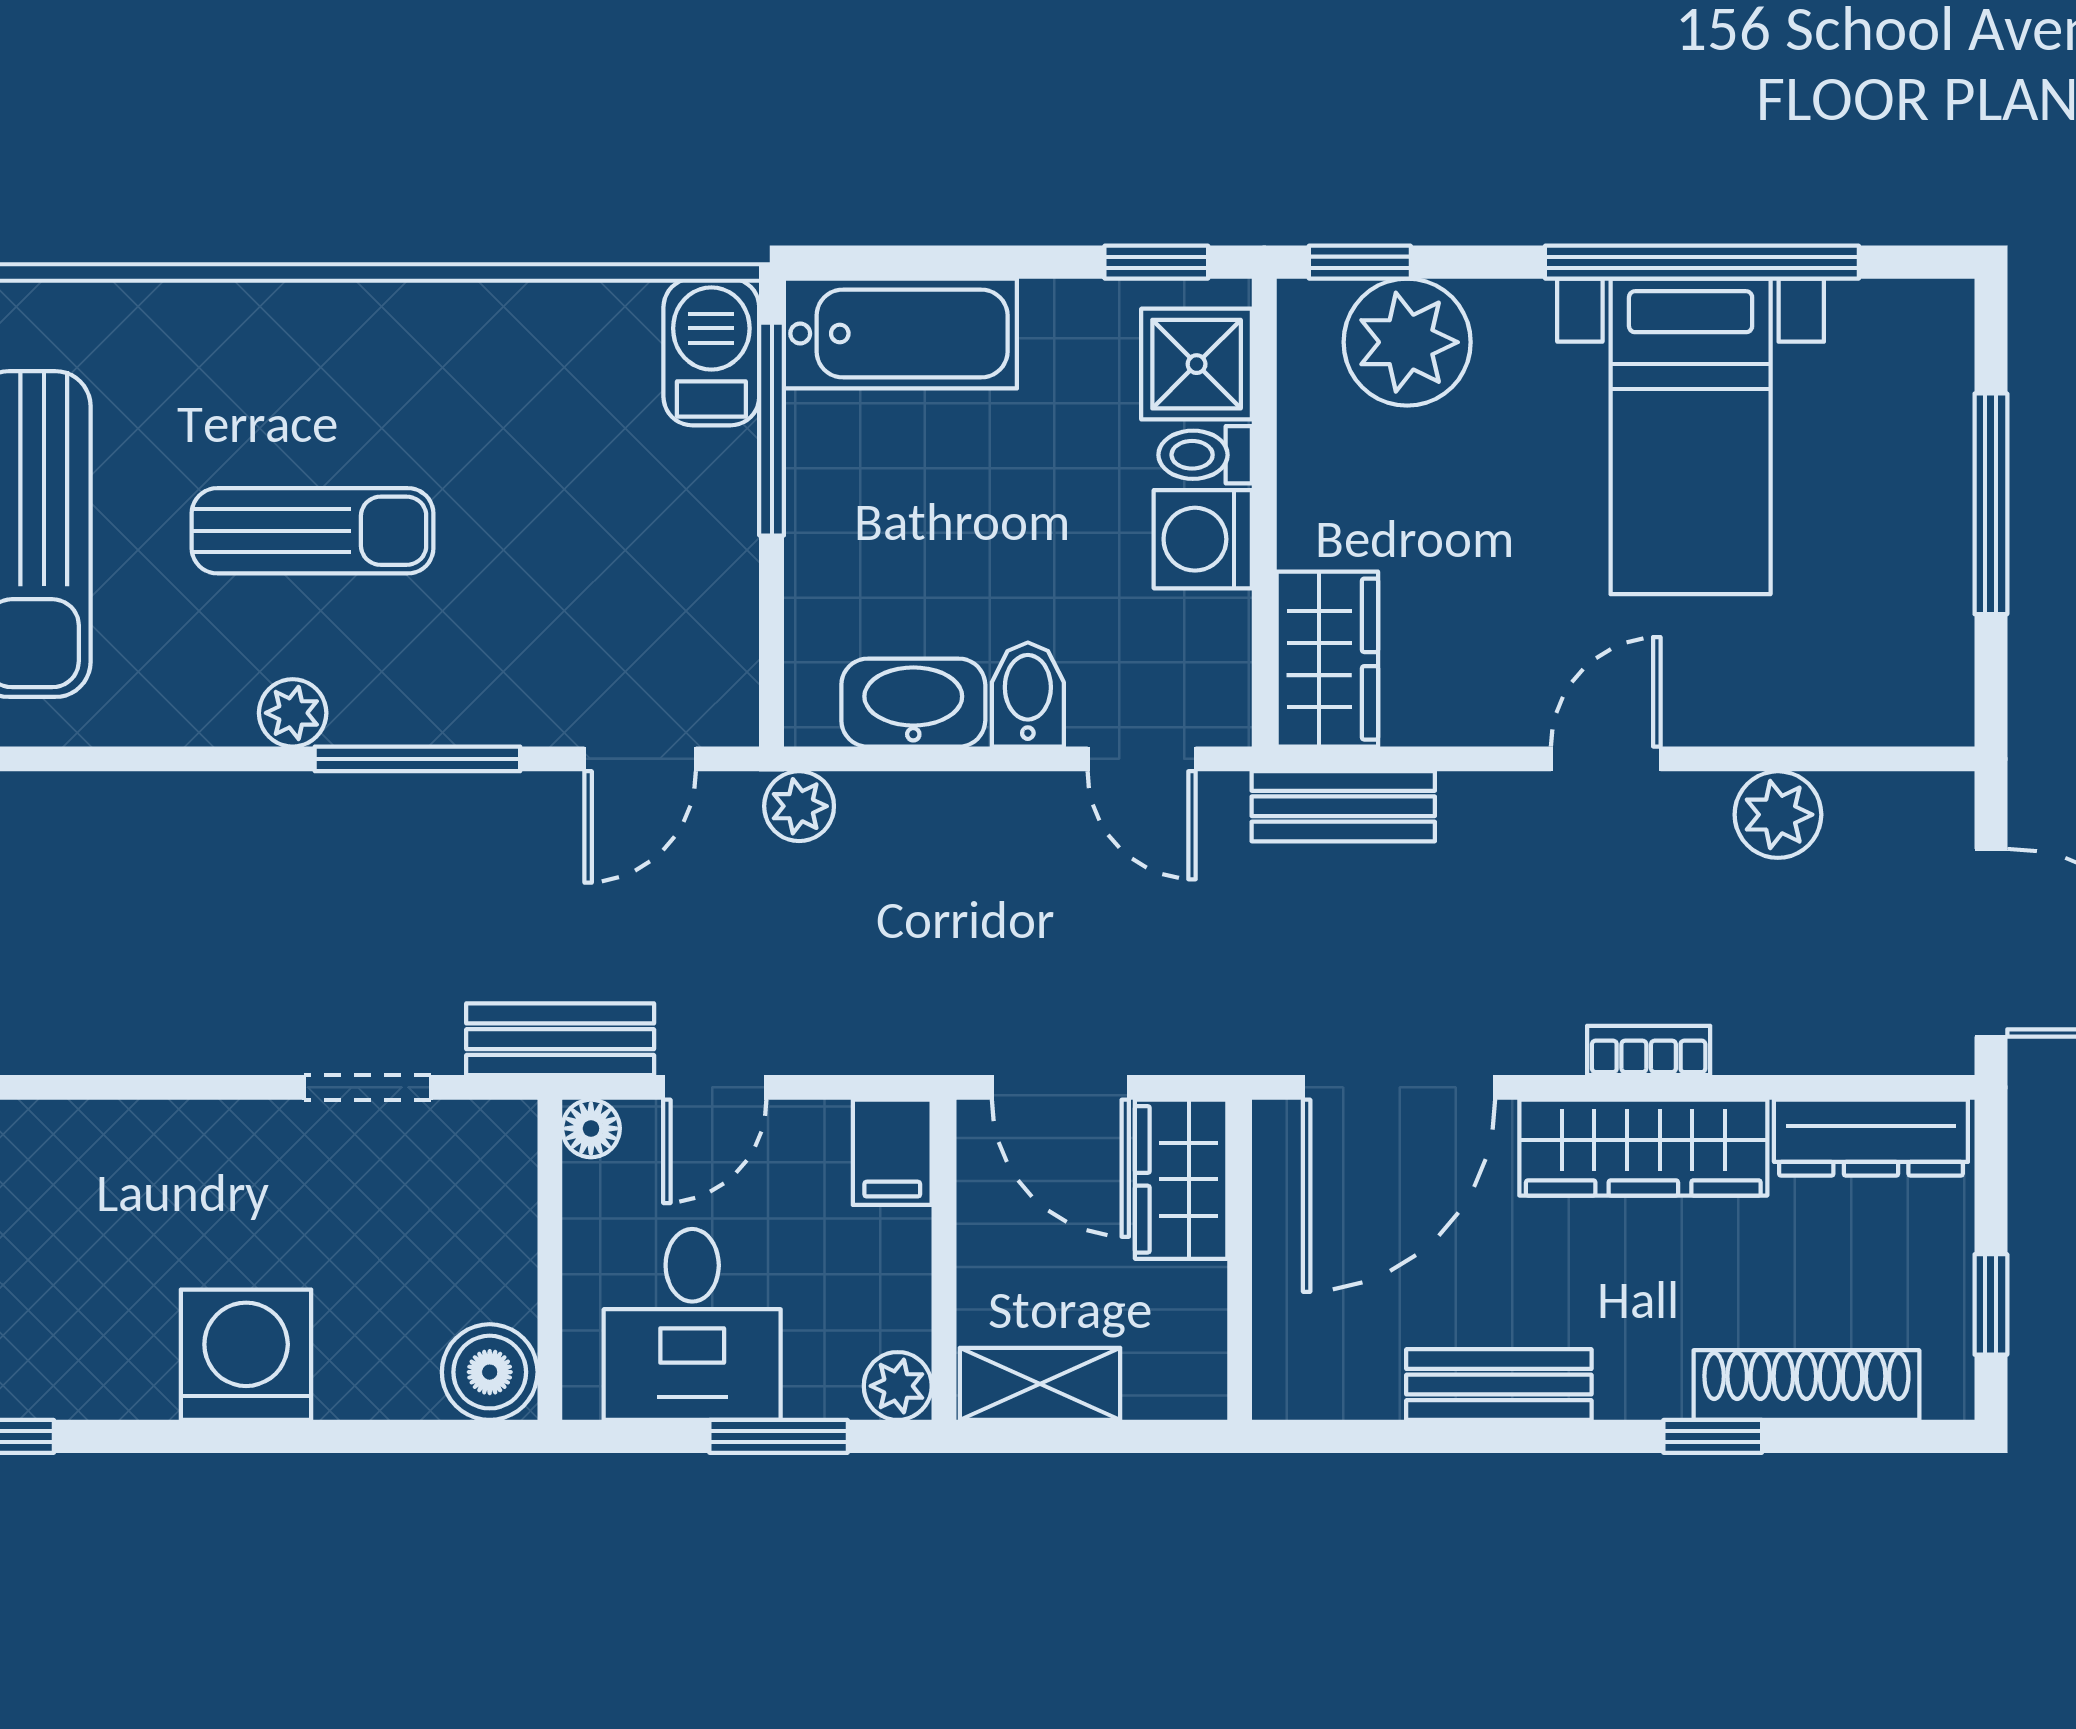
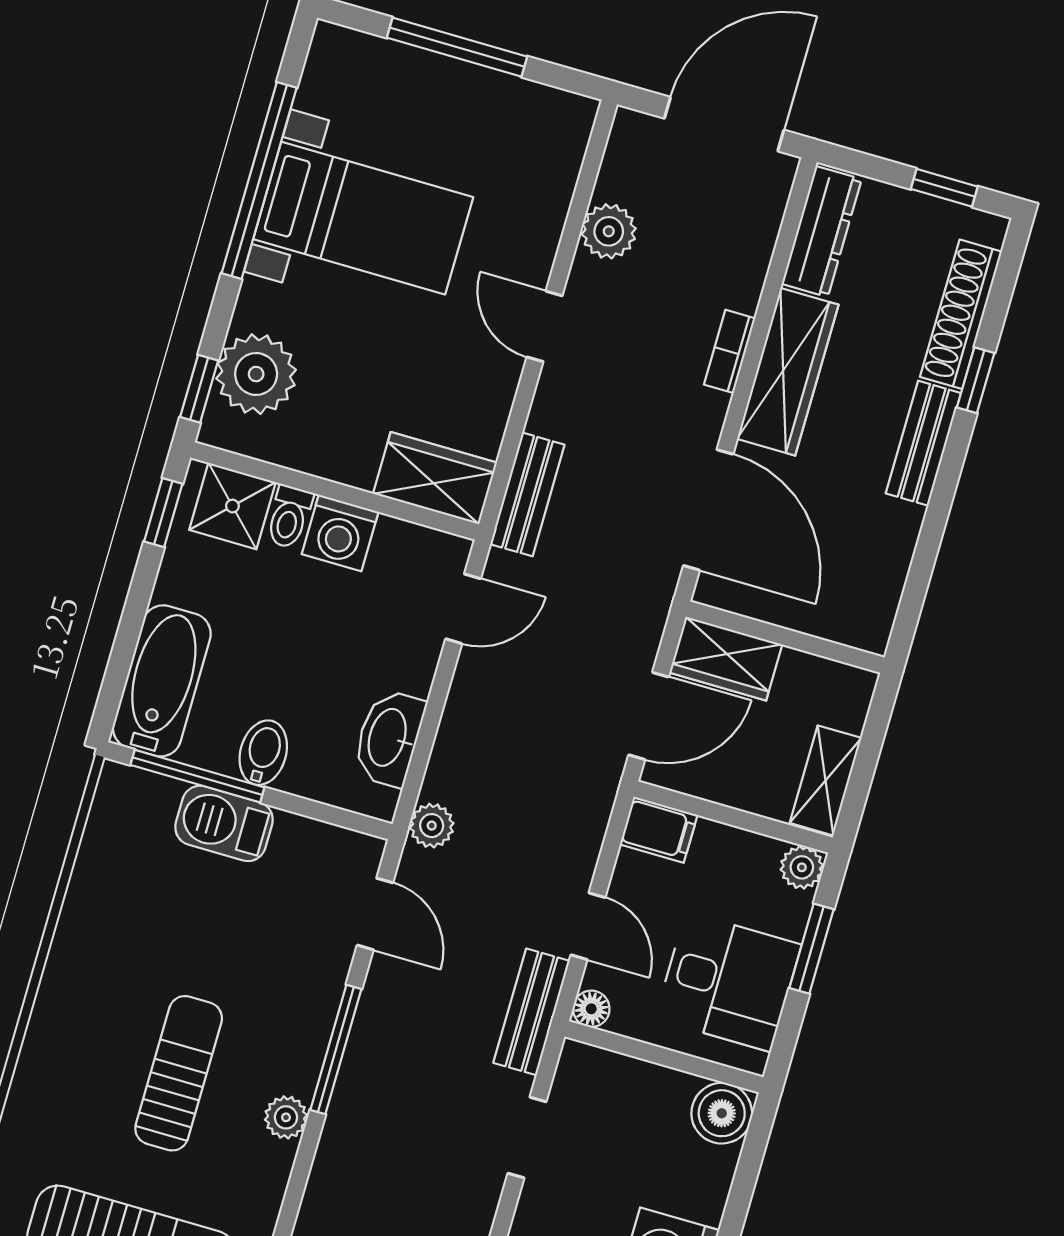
barbecue: (711, 352) -> (224, 823), moved
bidet: (1028, 695) -> (263, 753), moved, turned 90
bench: (1499, 1385) -> (923, 443), moved

